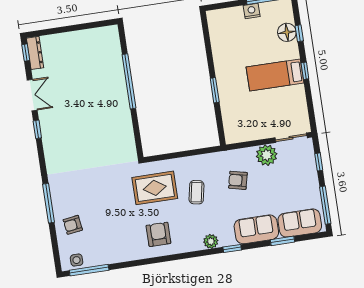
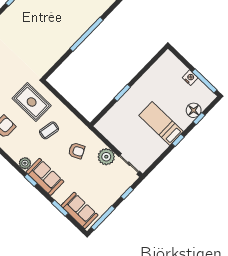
armchair: (238, 180) -> (77, 151), turned 141
sofa: (256, 229) -> (45, 177), moved

